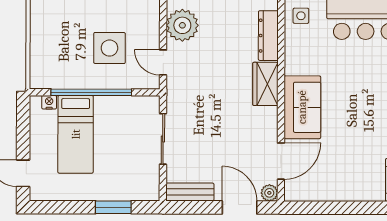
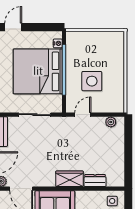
plant: (182, 25) -> (111, 122), width x0.53, depth x0.53
dresser: (268, 36) -> (95, 181), width x0.70
bed: (76, 134) -> (38, 71), width x2.04

